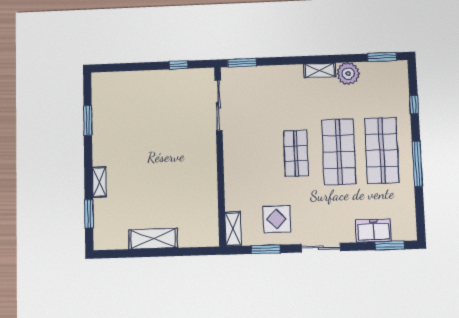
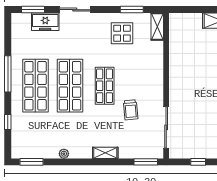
shelving: (320, 70) -> (105, 153), moved
plant: (348, 74) -> (64, 154), width x0.53, depth x0.53
trolley: (263, 125) -> (131, 110), added
sliding door: (321, 248) -> (75, 10), moved

